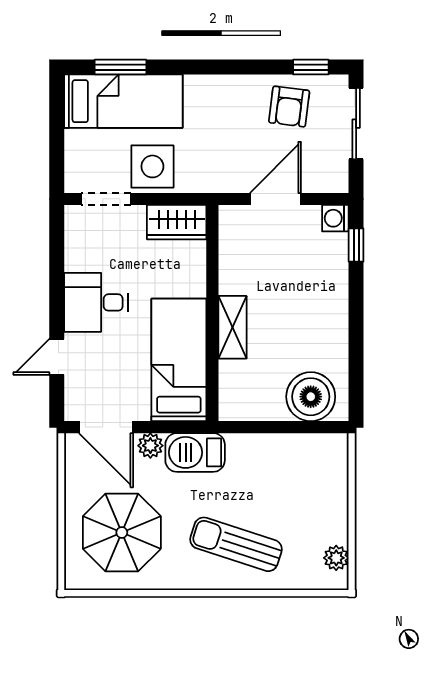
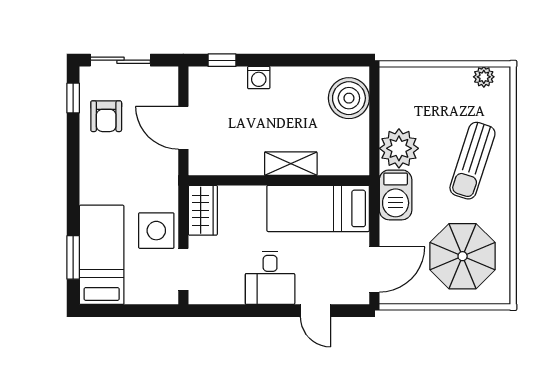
armchair: (289, 107) -> (106, 116), turned 83
washing machine: (335, 218) -> (259, 78), moved
plant: (150, 446) -> (399, 148), moved, width x1.87, depth x1.87

